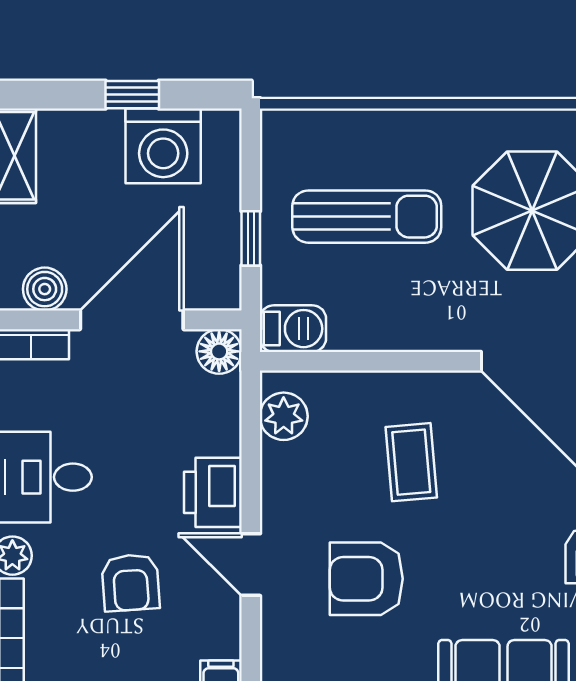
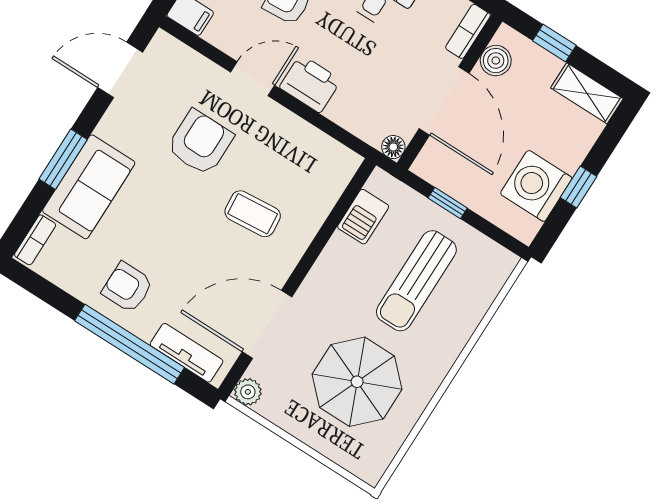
barbecue: (293, 329) -> (363, 217), moved
floor lamp: (219, 351) -> (393, 147), width x0.73, depth x0.73
plant: (284, 416) -> (329, 155), removed

